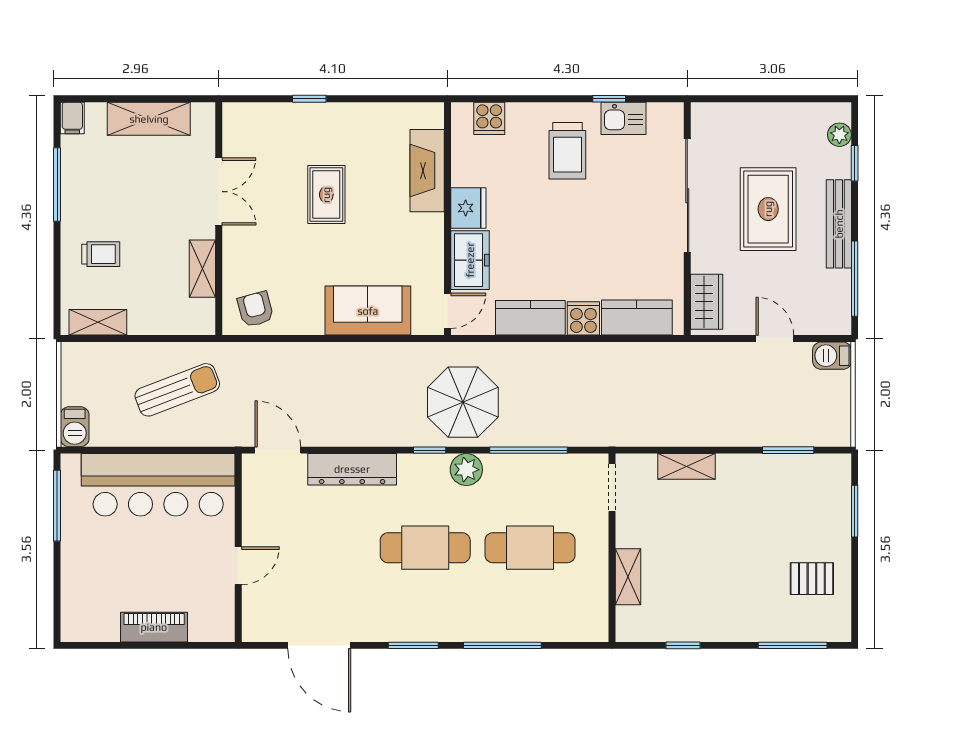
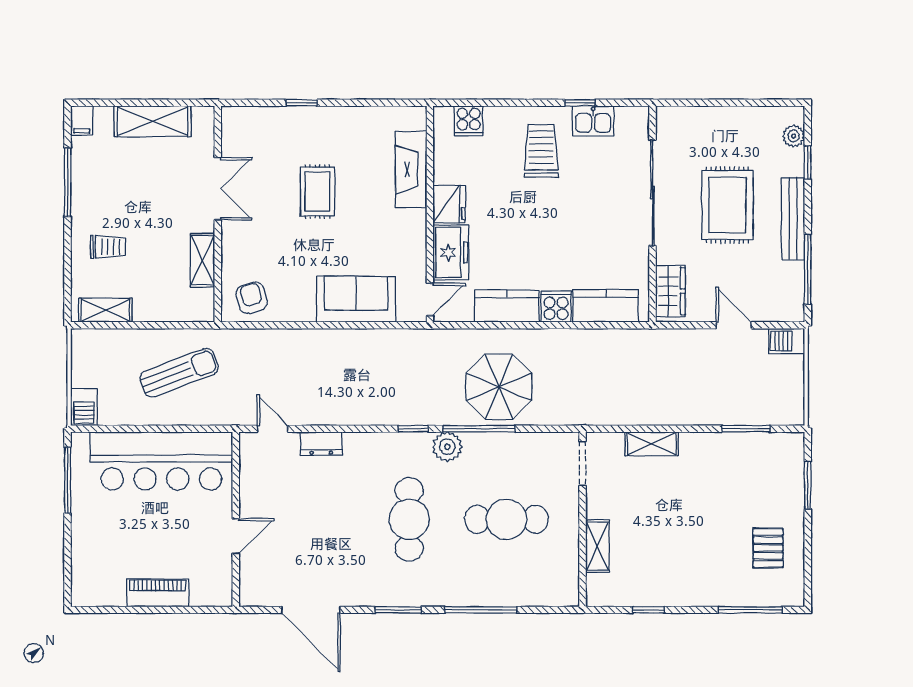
trolley: (567, 151) -> (541, 151), turned 180
parasol: (463, 402) -> (499, 387), moved
door: (278, 450) -> (273, 429), width x0.73
window: (529, 450) -> (479, 429), moved
dresser: (352, 469) -> (321, 444), width x0.51, depth x0.80
cafe table: (425, 548) -> (409, 519), turned 90
pallet: (812, 579) -> (768, 548), turned 90

